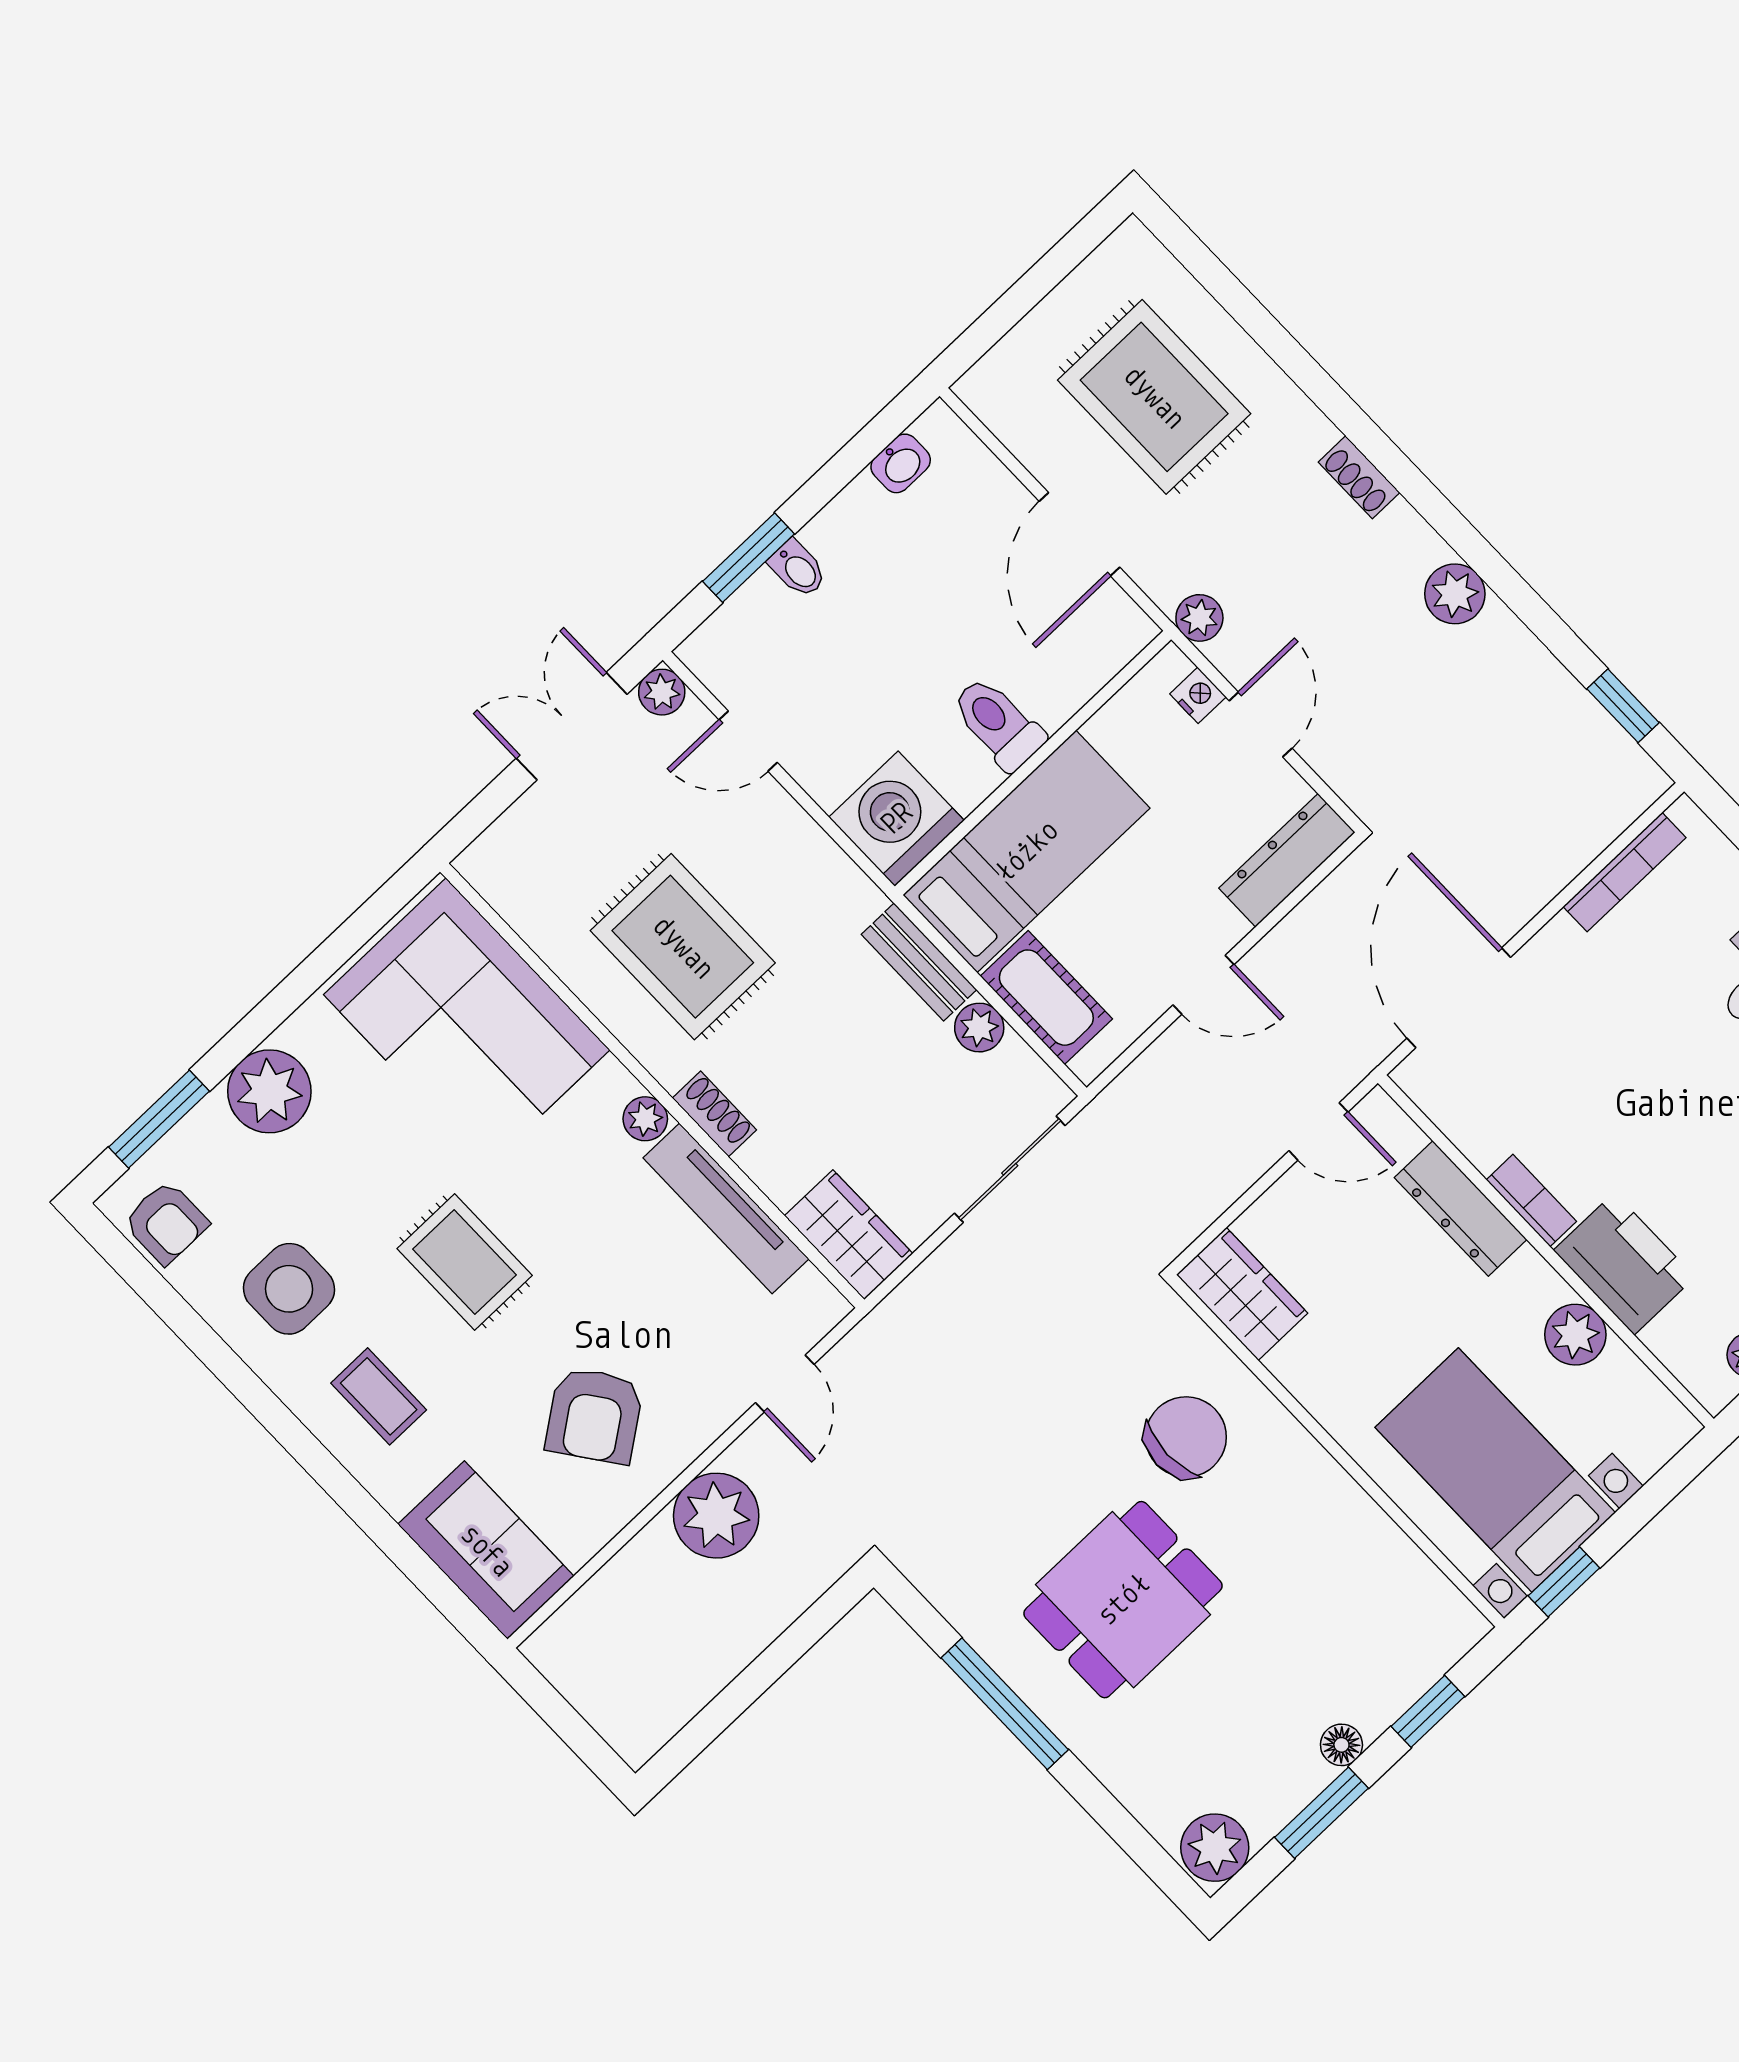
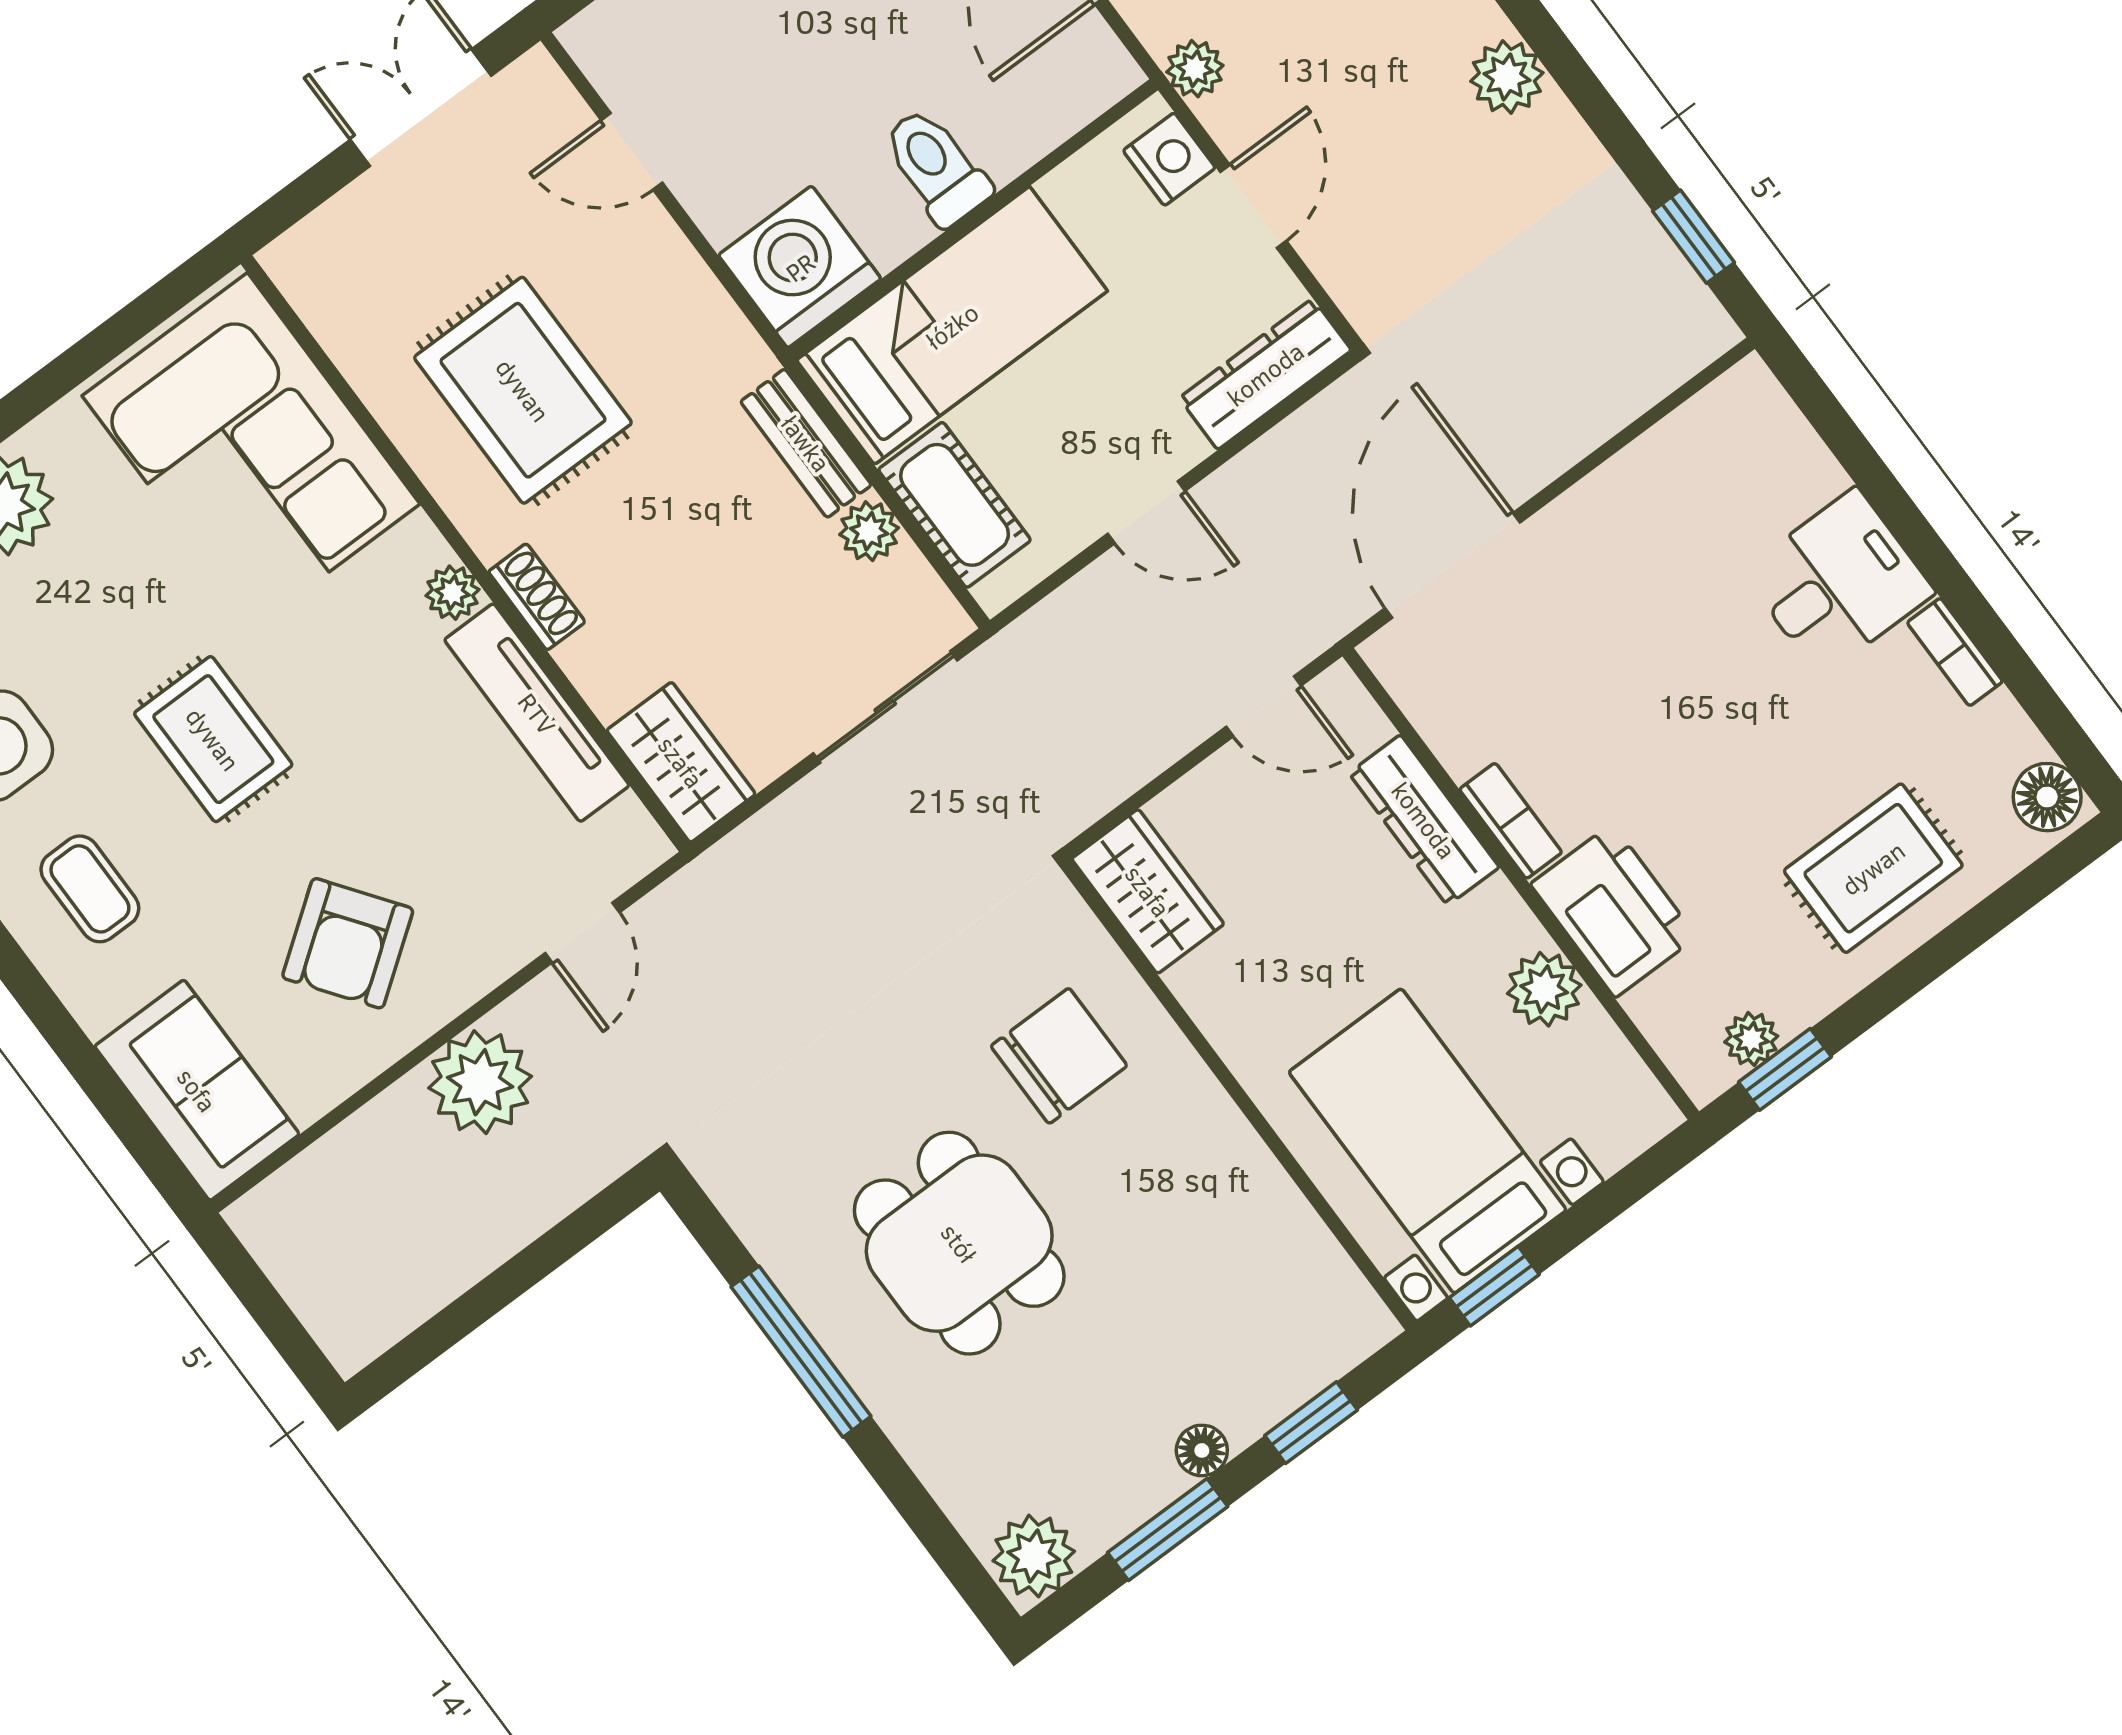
plant: (662, 692) -> (535, 80), removed
nightstand: (1198, 695) -> (1169, 159), width x1.39, depth x1.35
bookcase: (1625, 872) -> (1671, 438), removed
dining table: (1123, 1600) -> (959, 1243), turned 90

